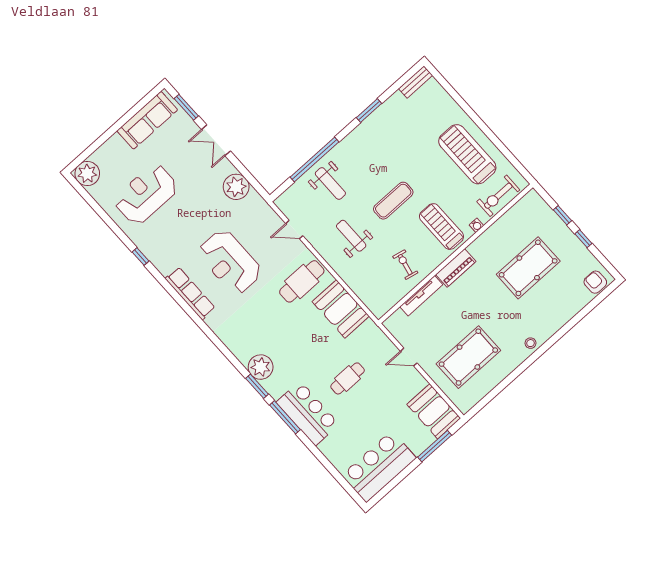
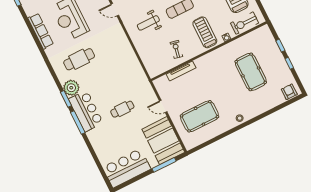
weight bench: (351, 236) -> (148, 23), turned -90
piano: (456, 268) -> (207, 60), removed
pool table: (528, 268) -> (251, 72), turned 90
cafe table: (302, 281) -> (79, 59), moved
booth: (341, 309) -> (130, 66), removed
booth: (434, 411) -> (163, 141), width x1.36, depth x1.42
bar counter: (308, 413) -> (86, 111), moved

